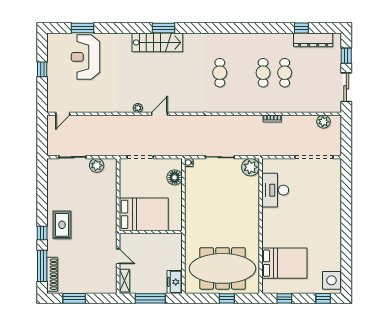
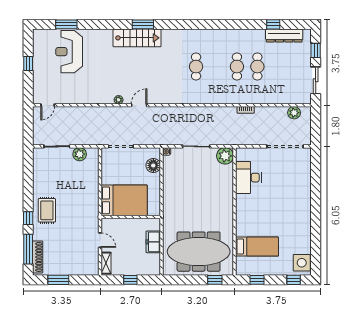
bed: (284, 263) -> (257, 247), width x0.67
freezer: (175, 282) -> (153, 242), moved
window: (150, 298) -> (130, 280), width x0.46
window: (227, 298) -> (215, 280), moved

